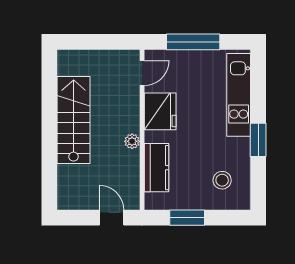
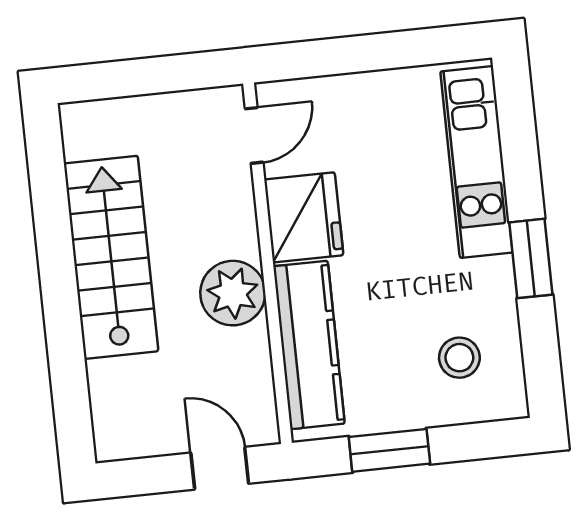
window: (193, 42) -> (362, 54), removed
plant: (132, 141) -> (233, 293), width x1.88, depth x1.88
kitchen counter: (157, 168) -> (309, 345), width x1.50

